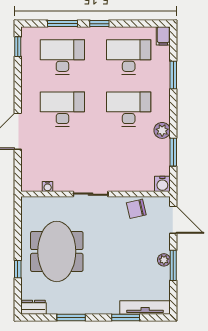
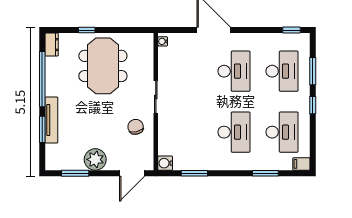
plant: (162, 130) -> (214, 163), removed
water cooler: (48, 187) -> (163, 41), moved
chair: (136, 209) -> (136, 127), moved
meeting table: (57, 251) -> (103, 66), turned 90
plant: (164, 260) -> (95, 159), width x1.88, depth x1.88
window: (173, 265) -> (75, 173), moved
tv unit: (145, 308) -> (51, 120), moved
window: (71, 317) -> (42, 79), width x2.11

